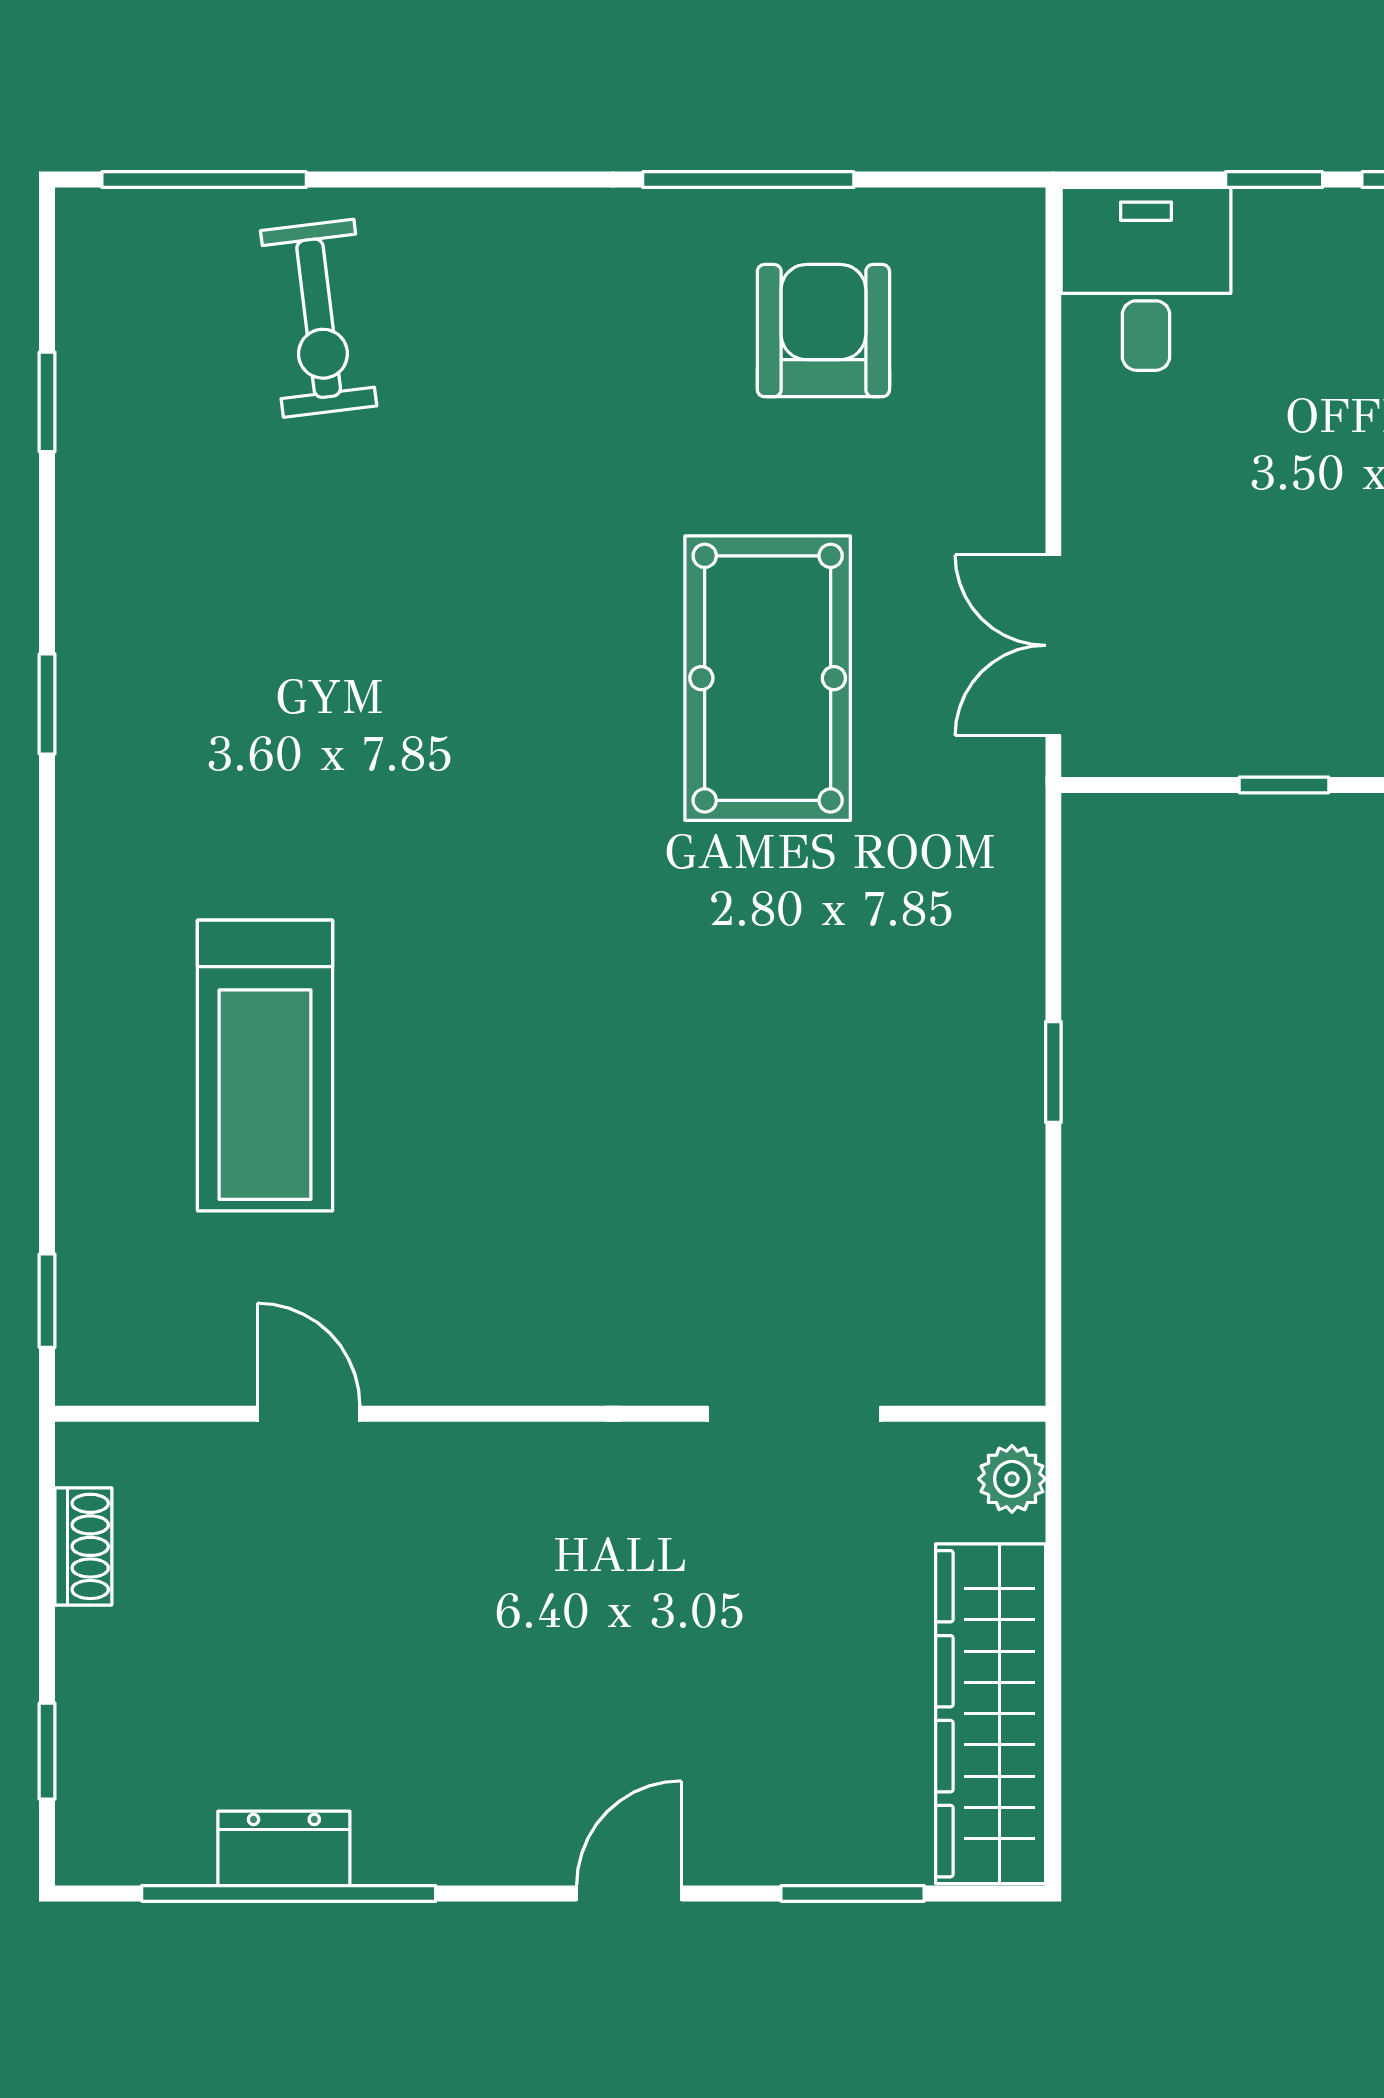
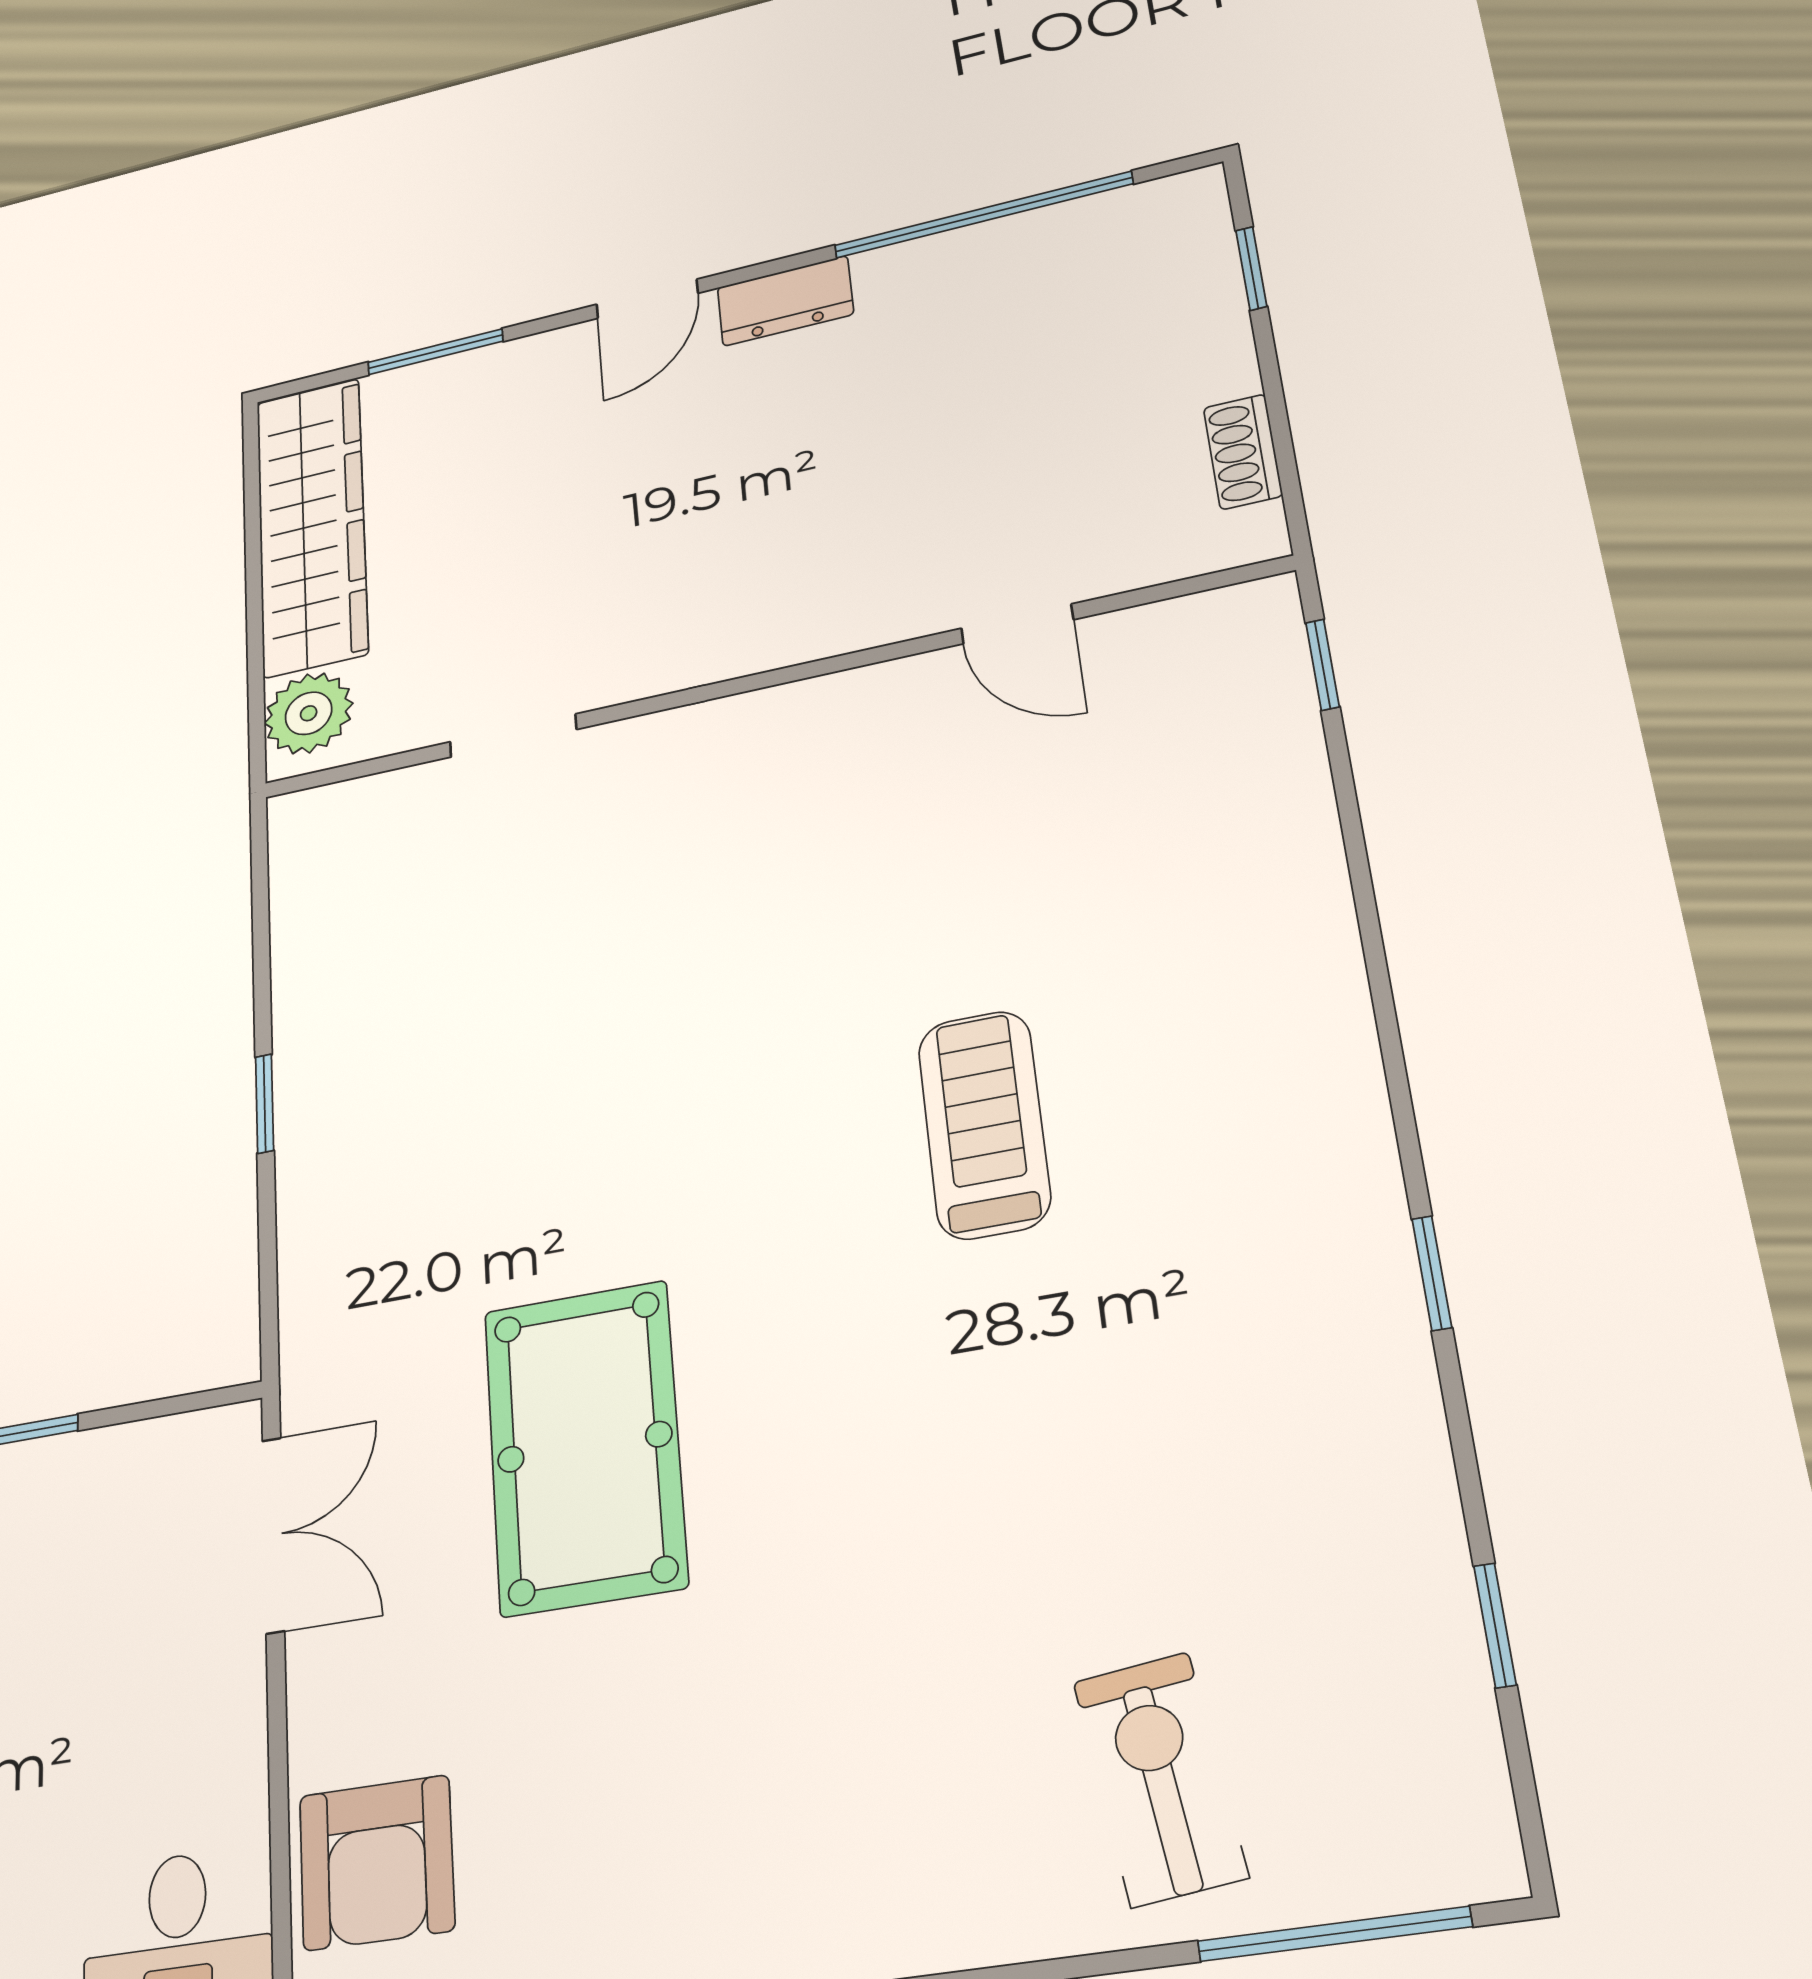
armchair: (823, 331) -> (377, 1863), moved
treadmill: (265, 1066) -> (984, 1124), moved, width x0.73, depth x0.73
doorway: (794, 1414) -> (513, 736), width x0.73
plant: (1012, 1479) -> (309, 713), width x1.38, depth x1.38
dresser: (284, 1848) -> (785, 301), moved

